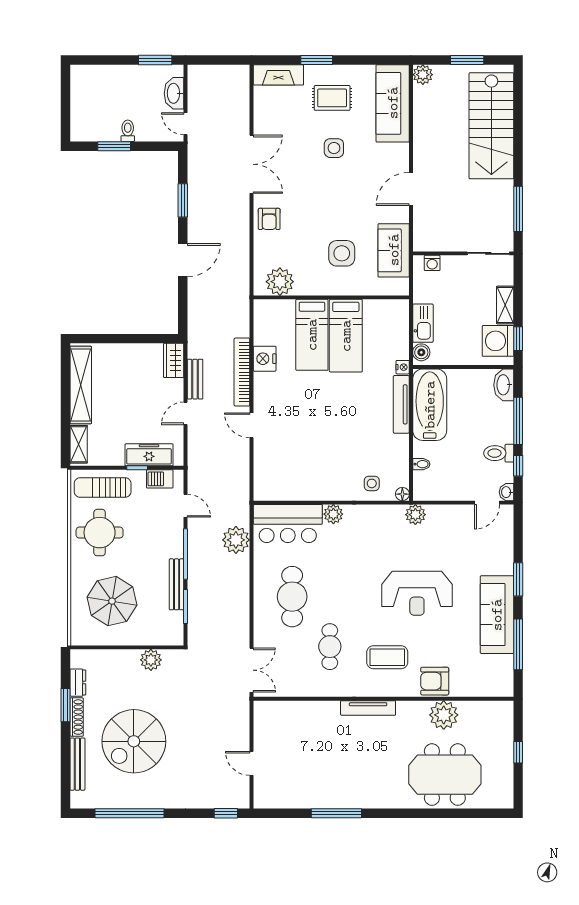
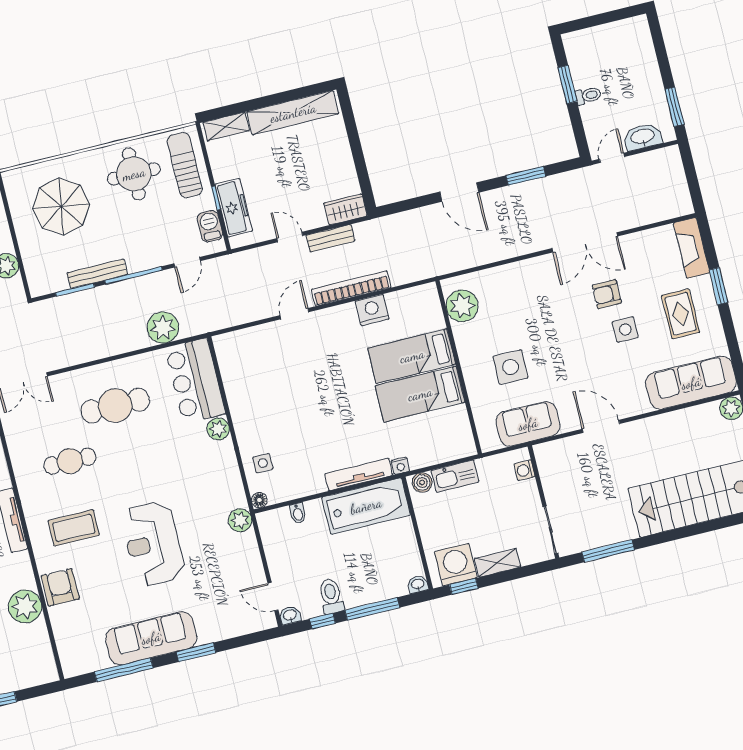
armchair: (269, 219) -> (607, 294), moved
washbasin: (504, 385) -> (418, 584), width x0.52, depth x0.69
coffee table: (387, 657) -> (74, 528), turned 90

